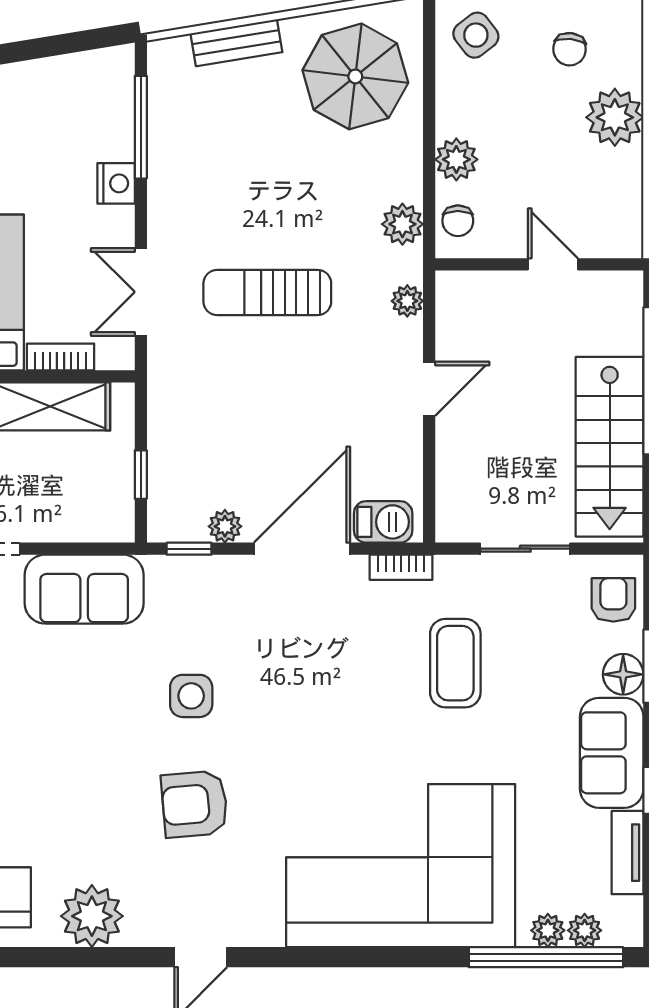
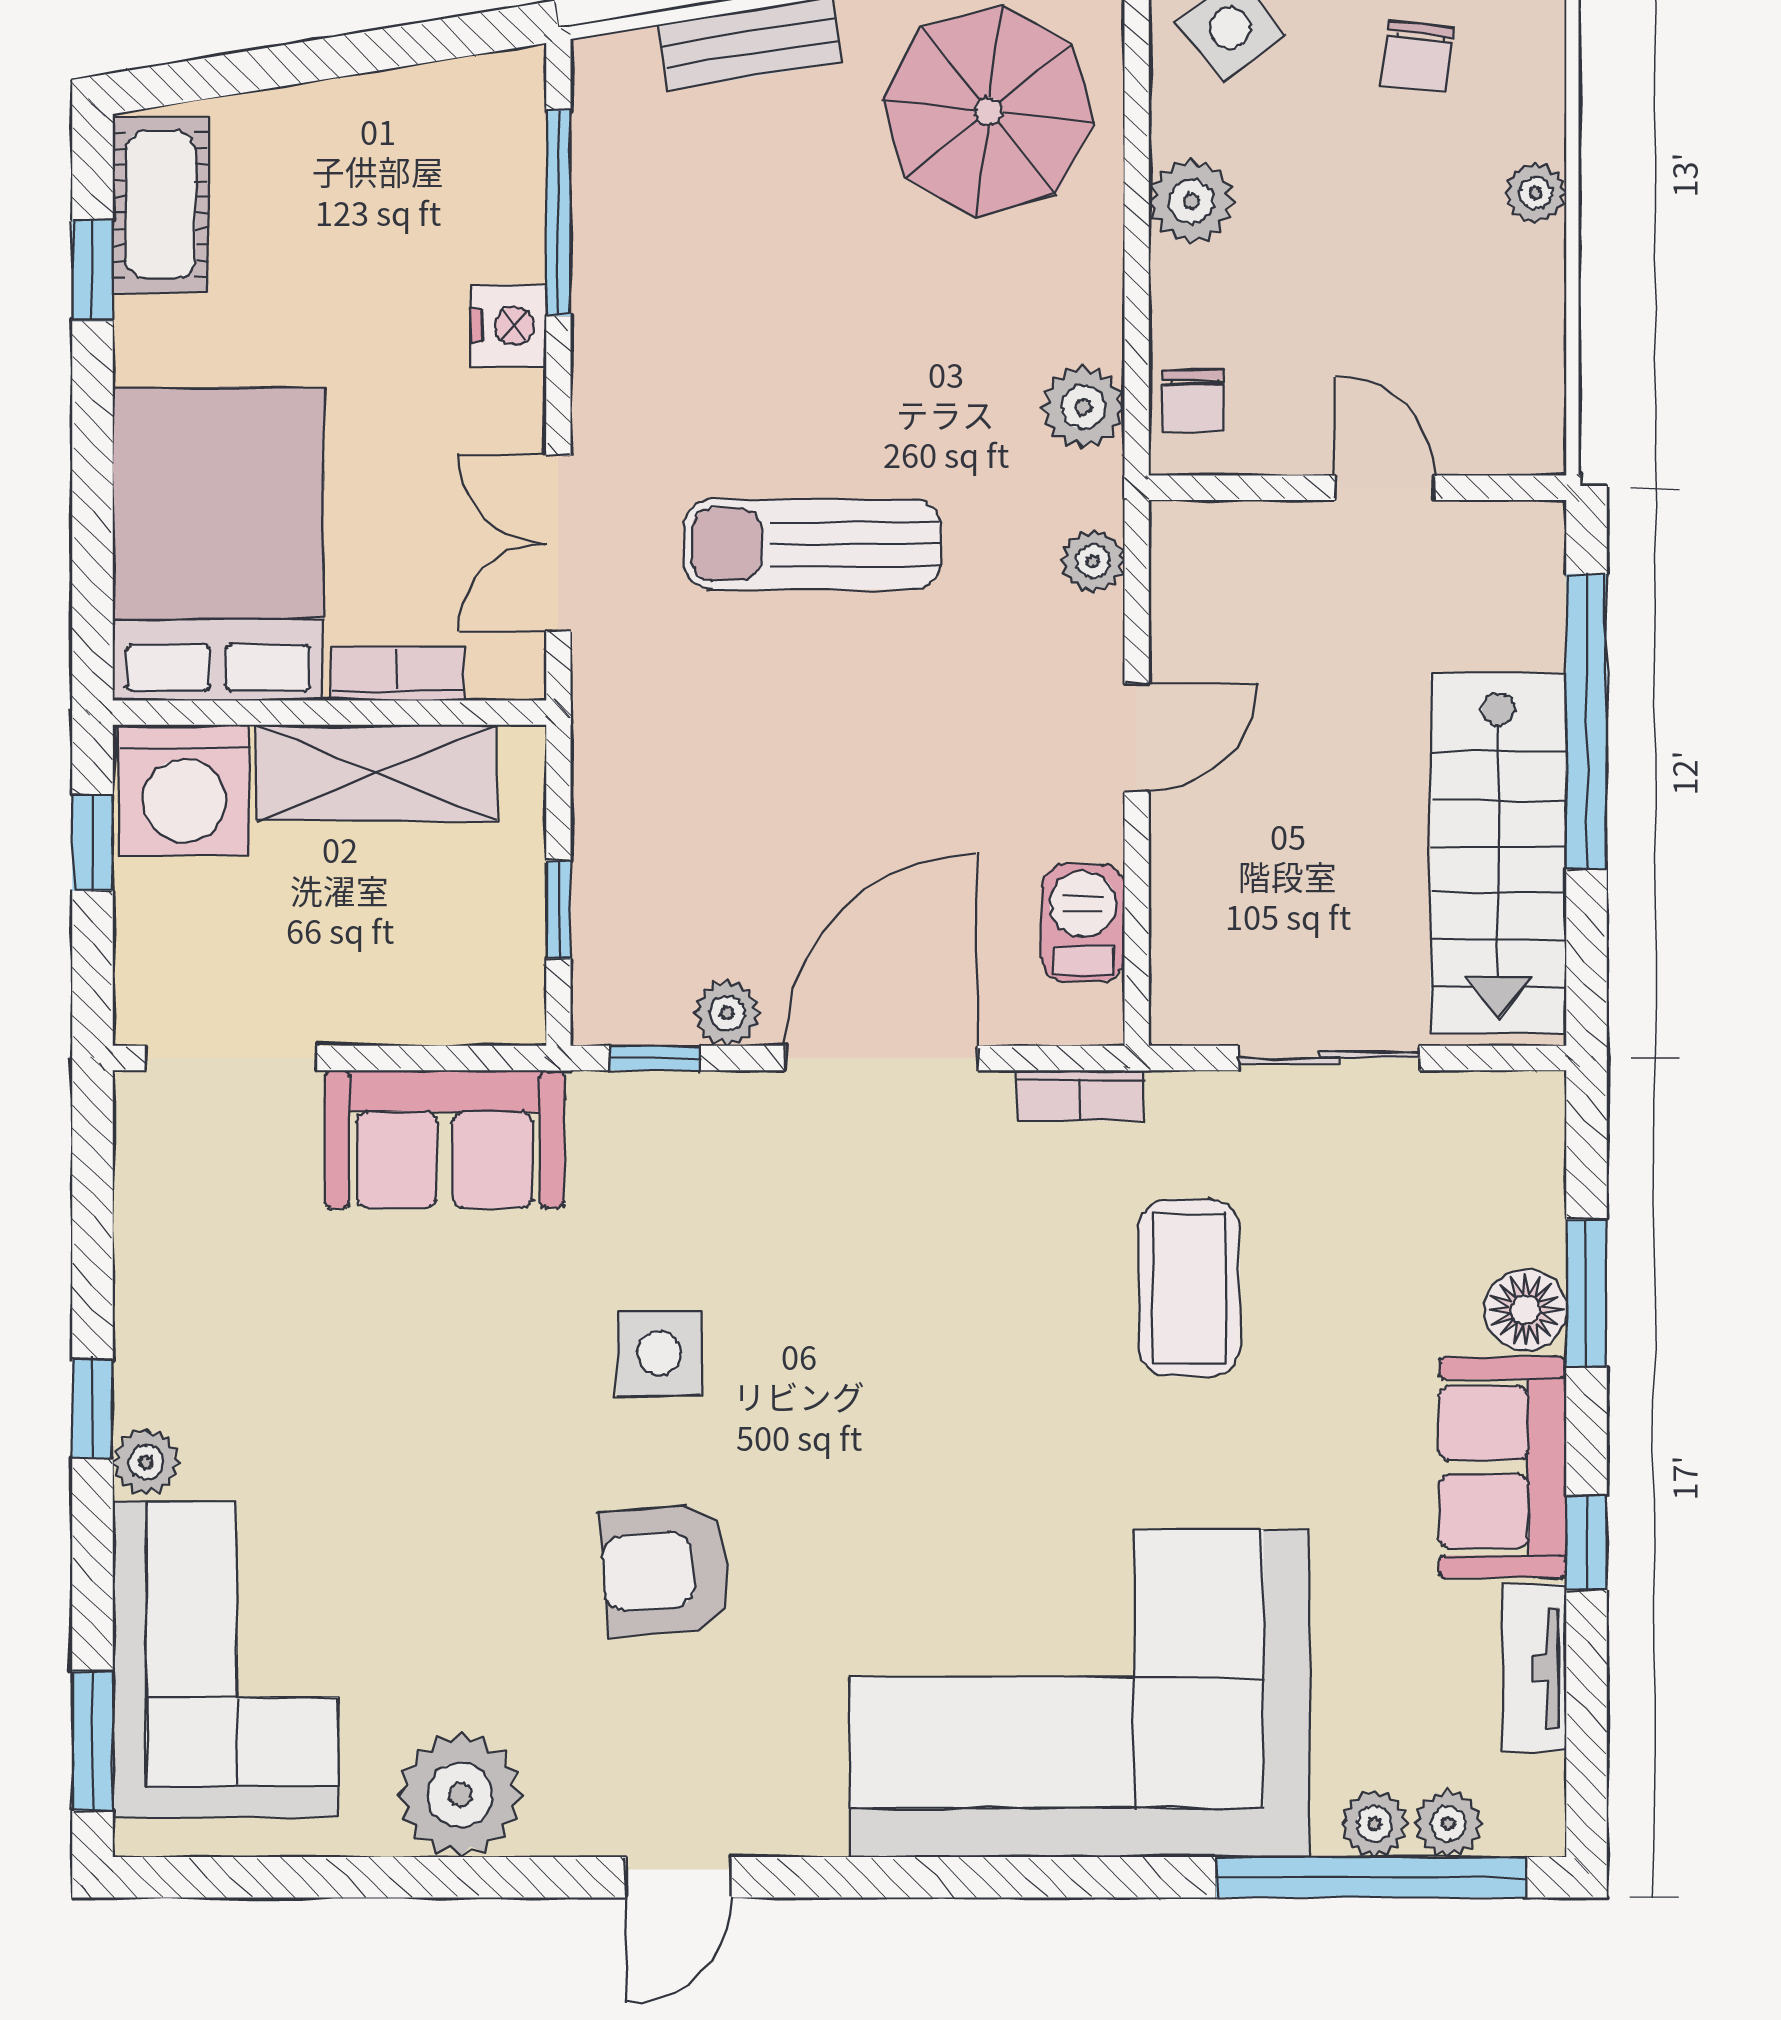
plant: (615, 117) -> (1536, 193), width x0.53, depth x0.53
plant: (456, 159) -> (1191, 201), moved
barbecue: (383, 522) -> (1083, 923), moved, turned -90
armchair: (613, 600) -> (1506, 1161), removed

